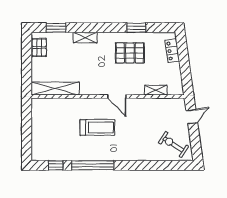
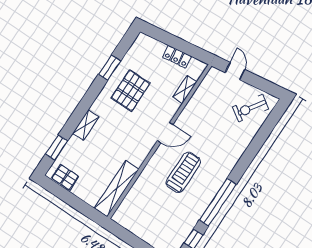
locker: (172, 51) -> (177, 57), moved

